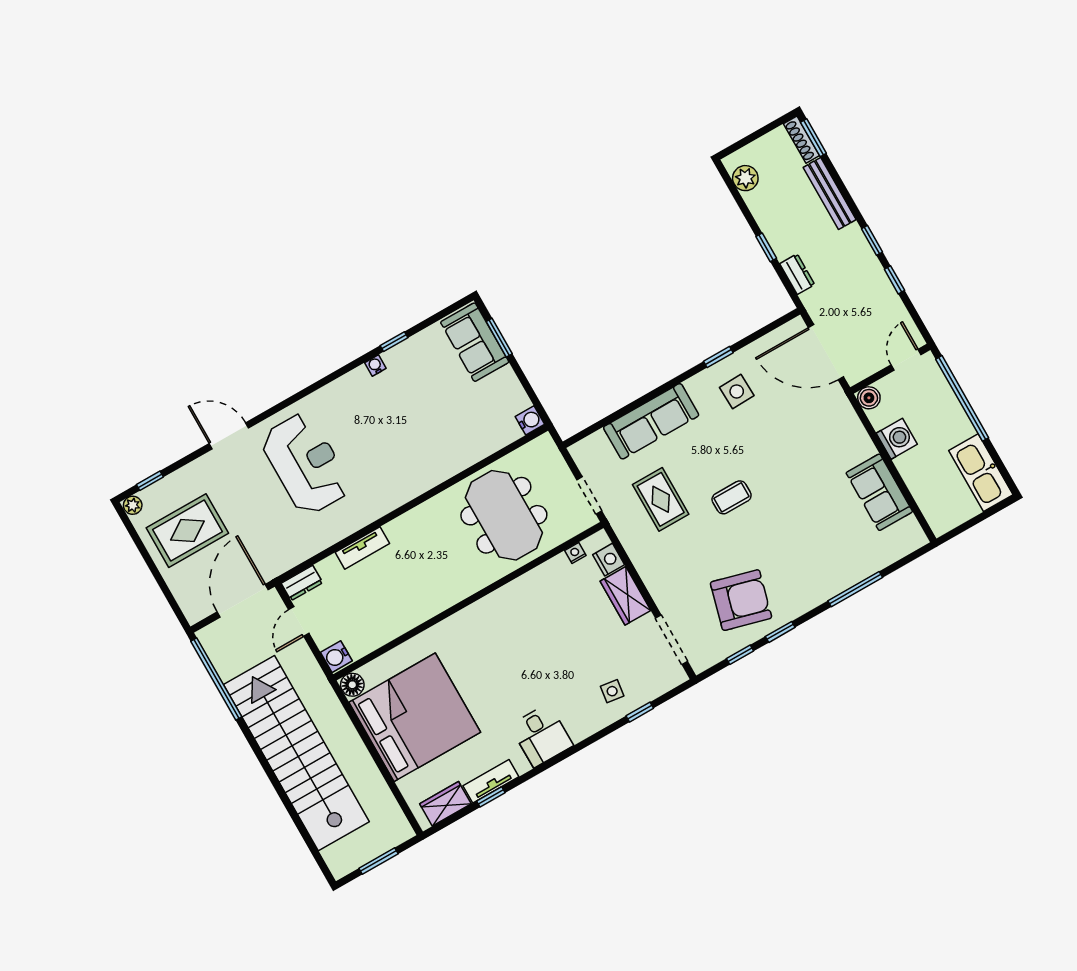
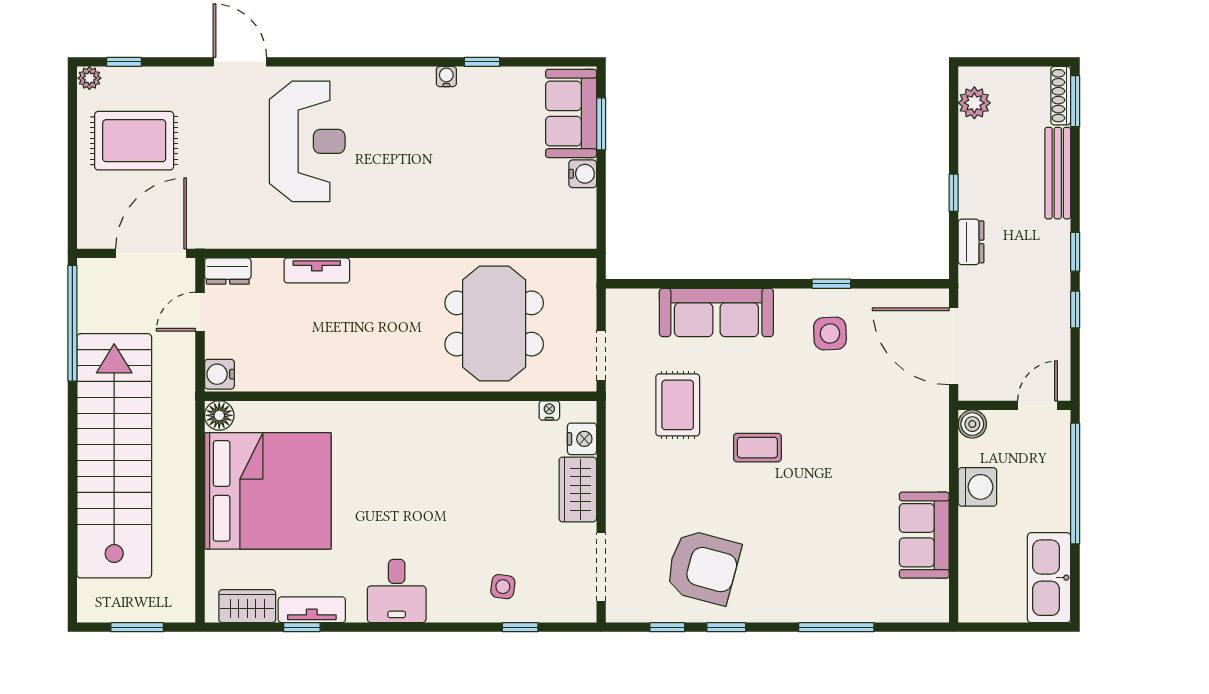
water cooler: (530, 420) -> (583, 174), moved

